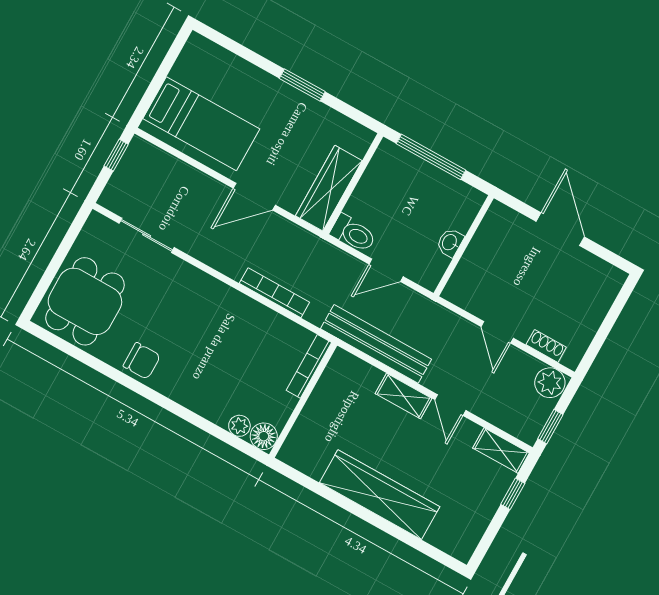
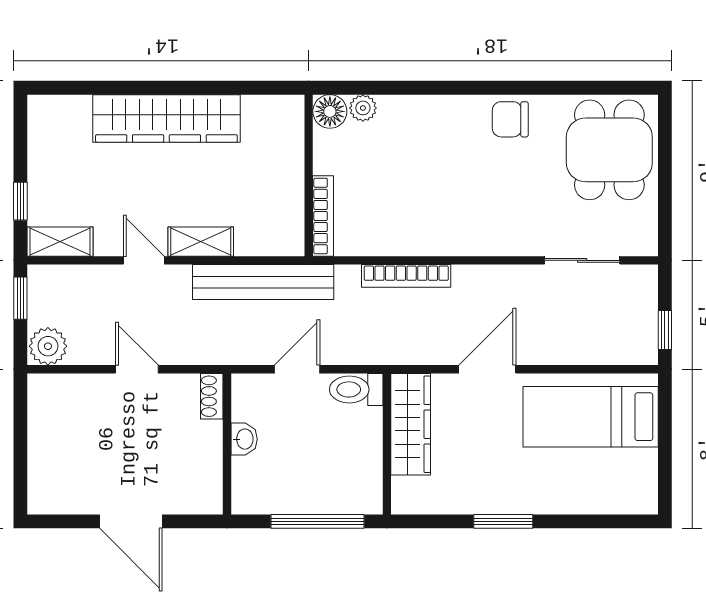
shoe rack: (546, 346) -> (212, 396), moved, turned 90

